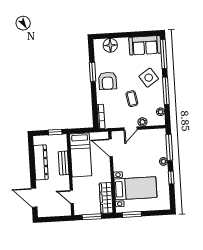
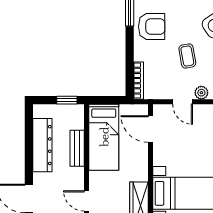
armchair: (108, 81) -> (152, 27), turned -90
door: (131, 129) -> (183, 102), hinge flipped

